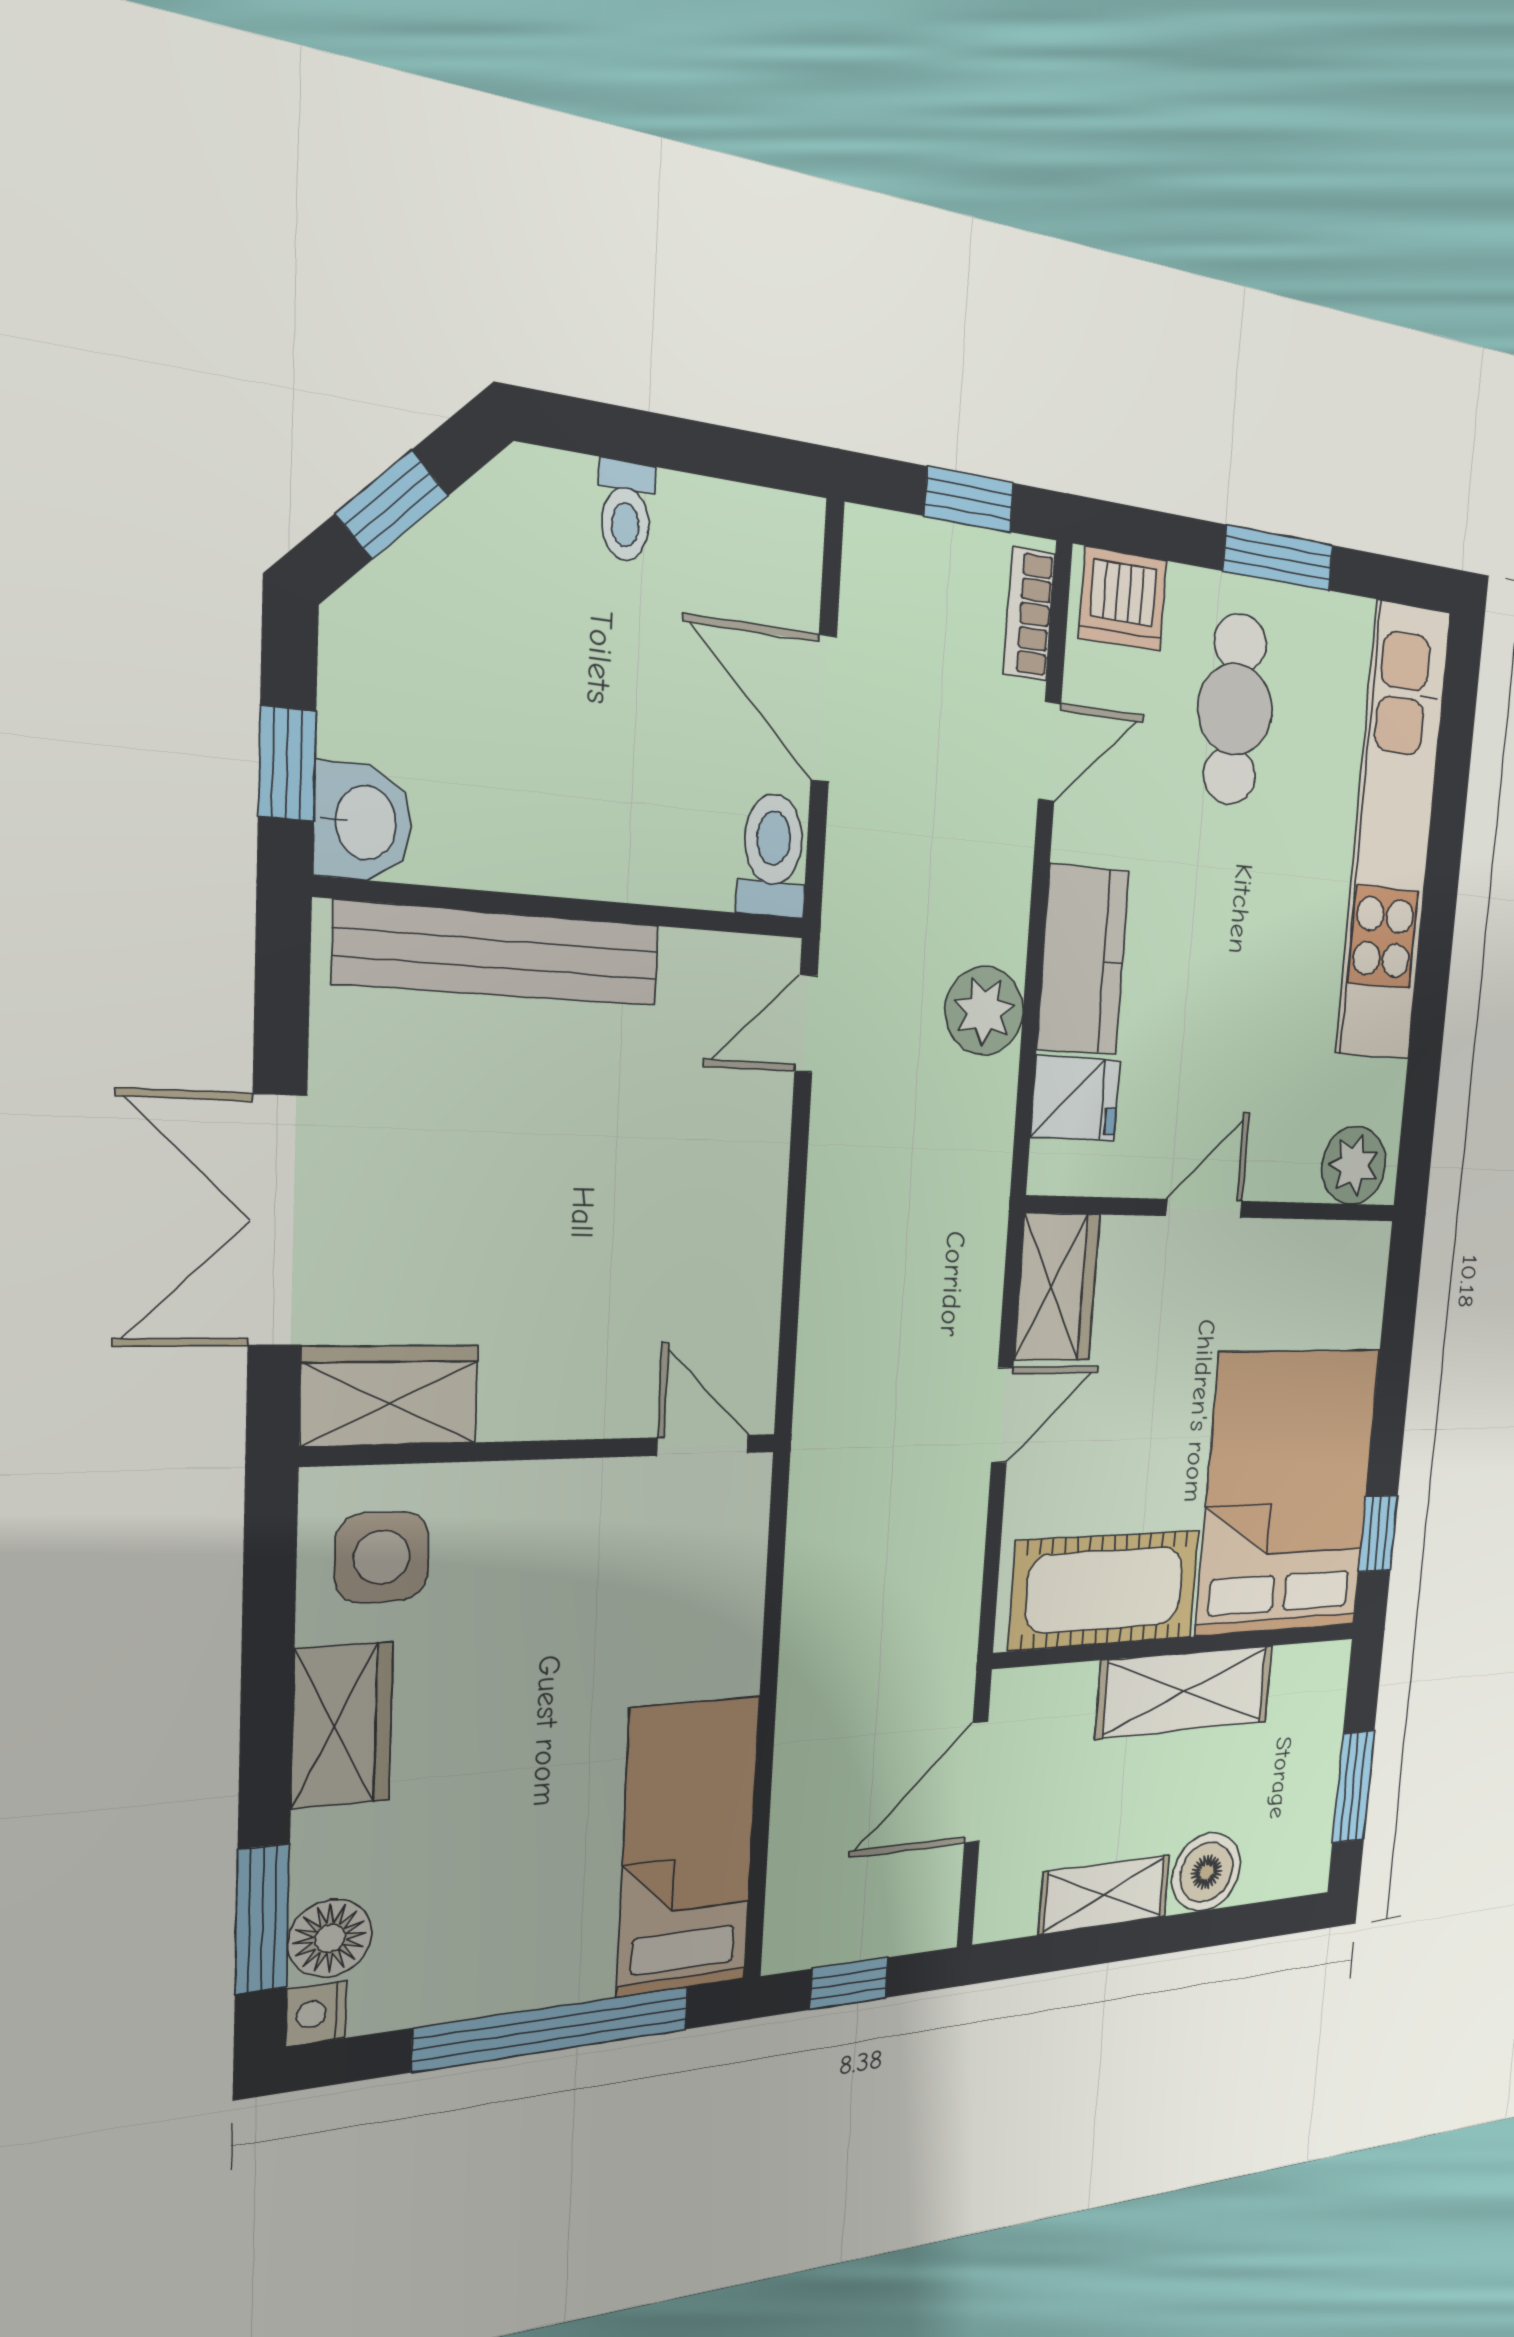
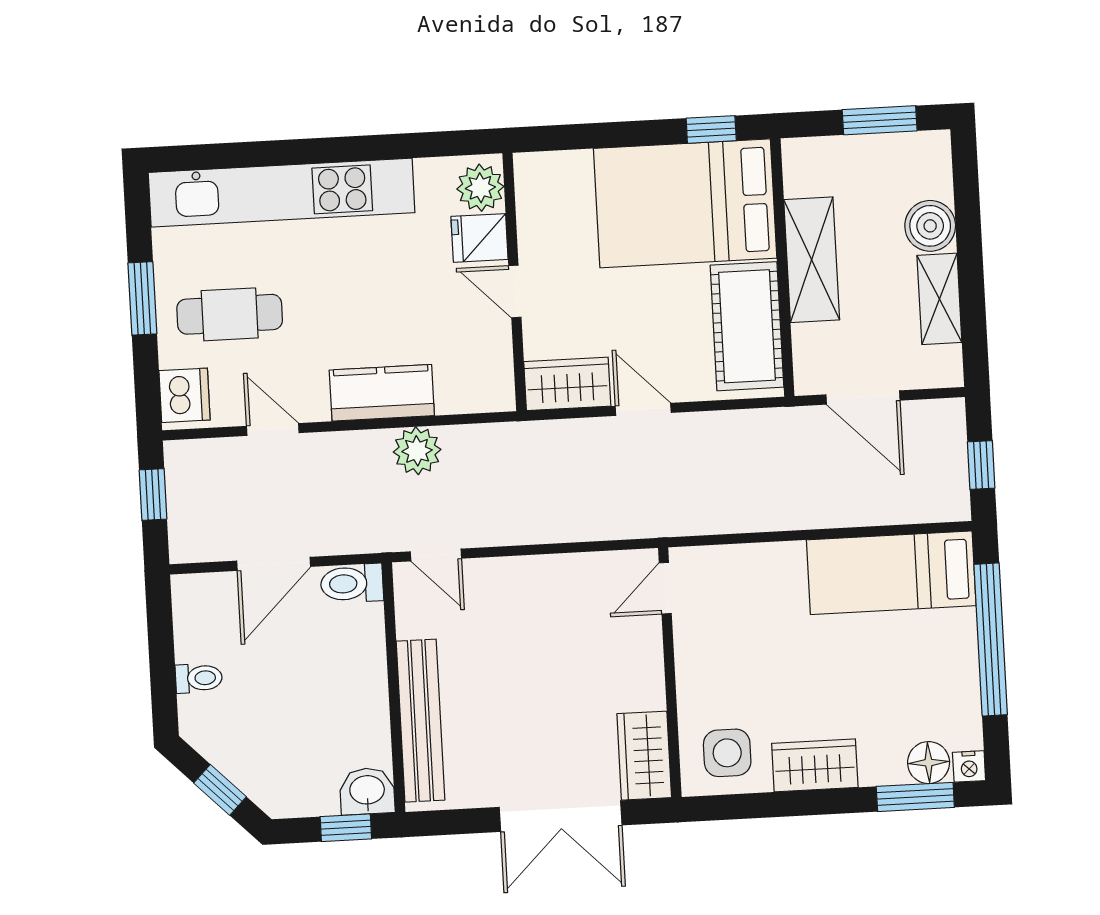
bookcase: (1029, 614) -> (203, 451), removed
fridge: (1075, 1099) -> (480, 238), moved, turned -90

